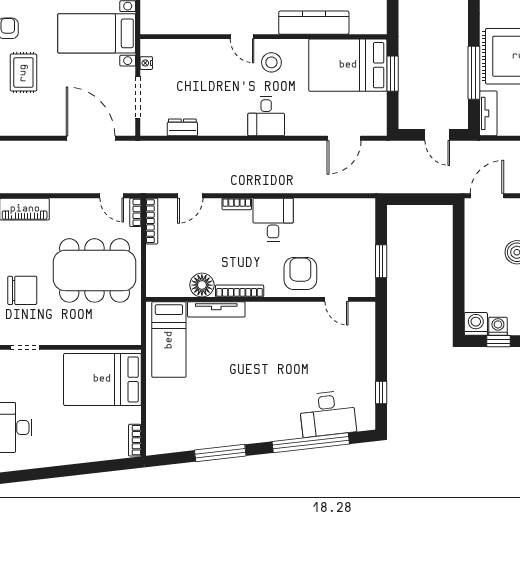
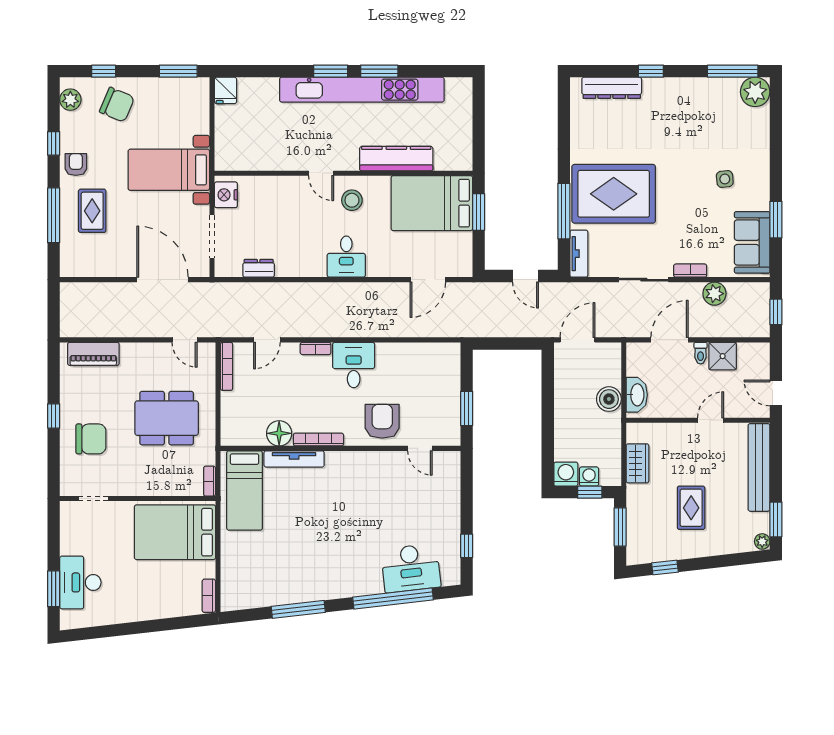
nightstand: (146, 63) -> (226, 195), width x1.89, depth x1.79
bookcase: (136, 212) -> (210, 481), moved
dining table: (95, 270) -> (167, 418), width x0.73, depth x0.80

